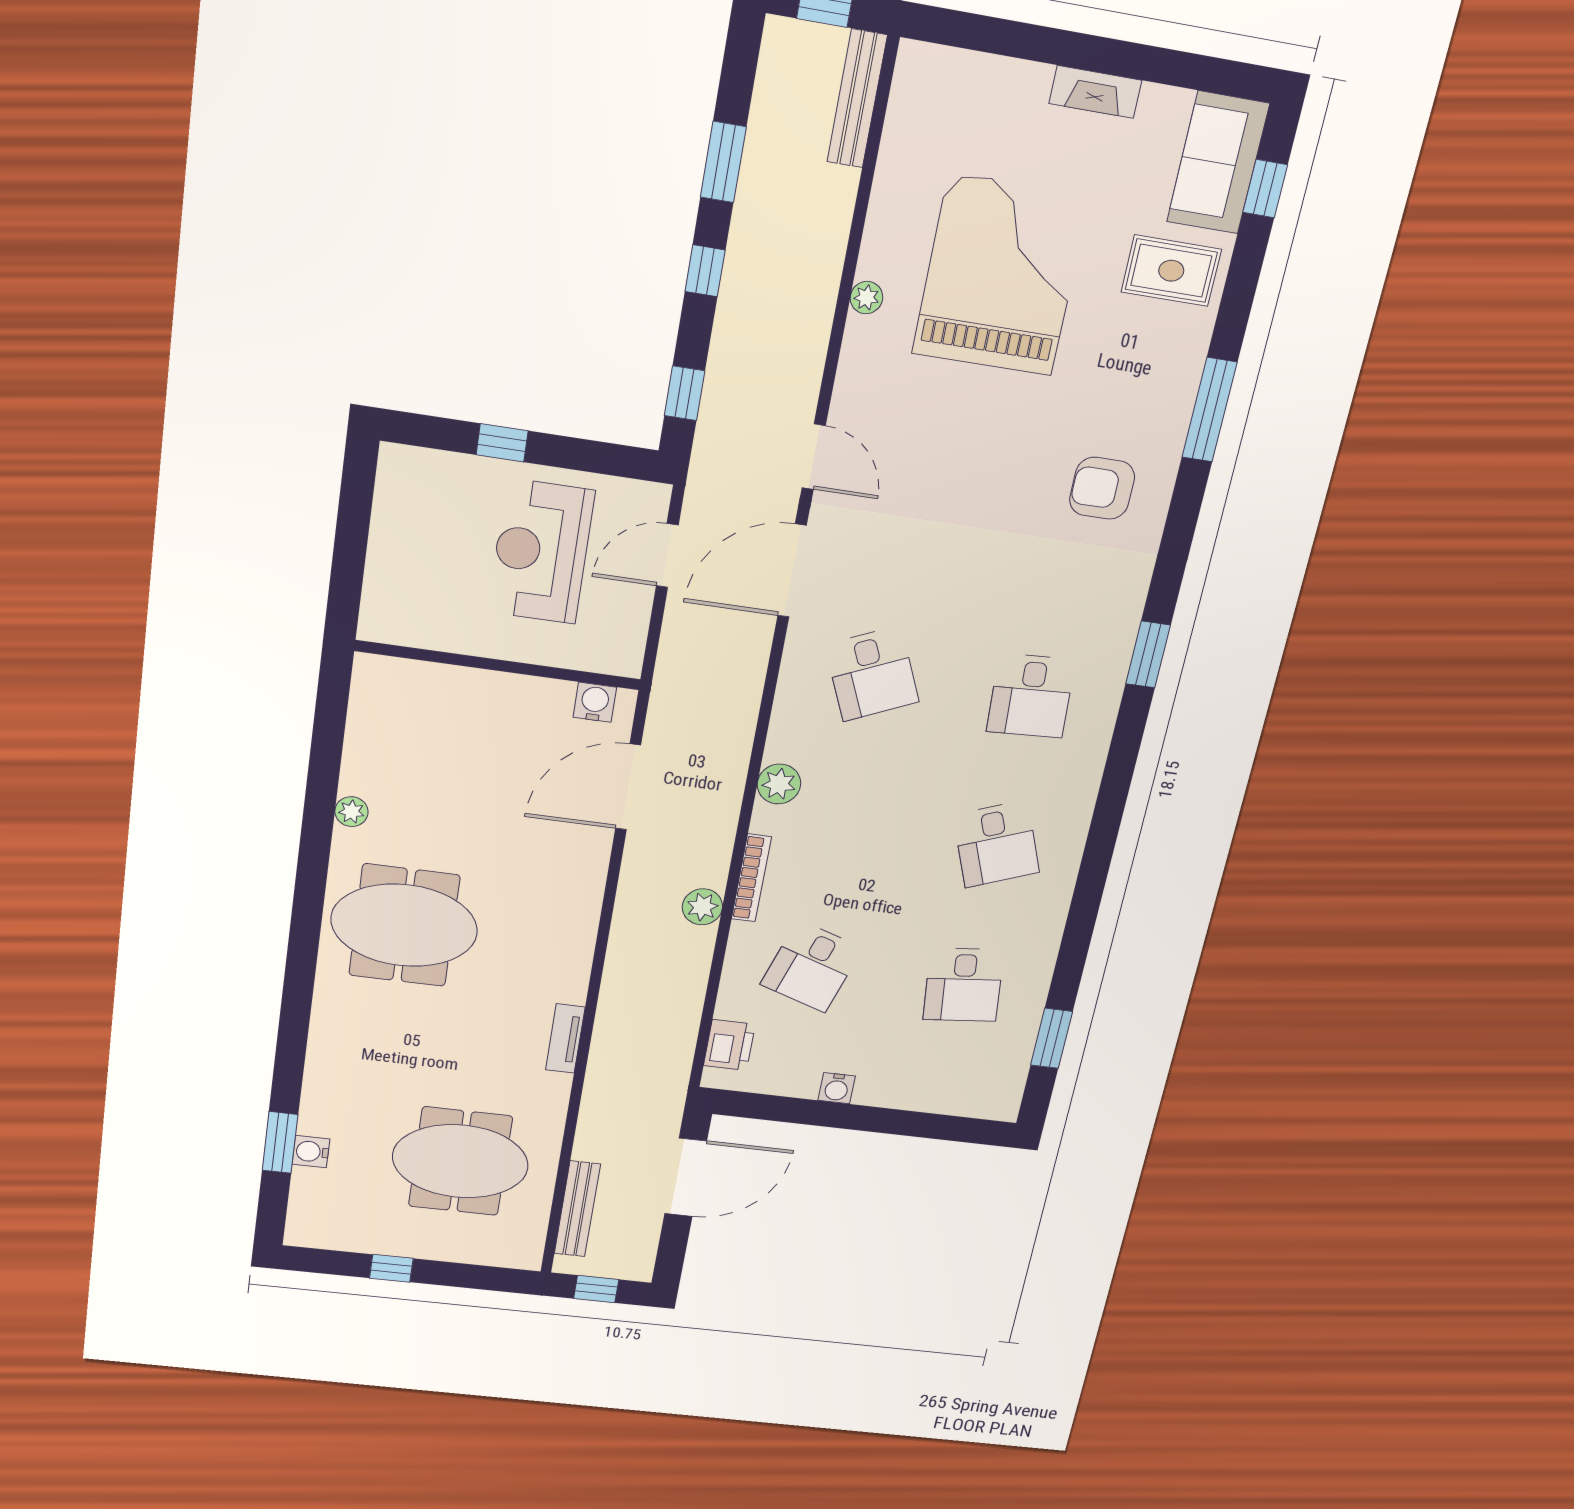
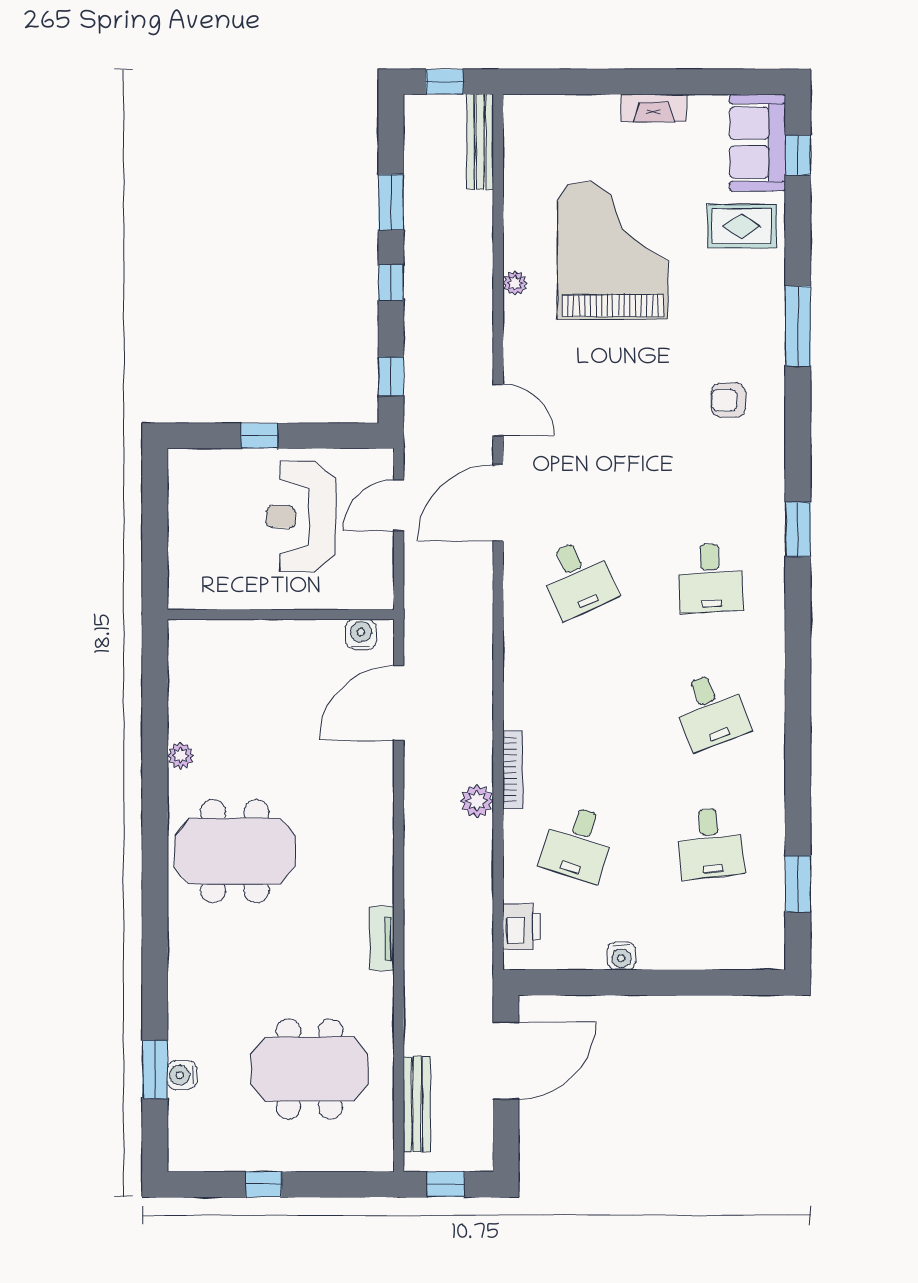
armchair: (1102, 488) -> (728, 400), width x0.72, depth x0.72
plant: (779, 784) -> (521, 683), removed

